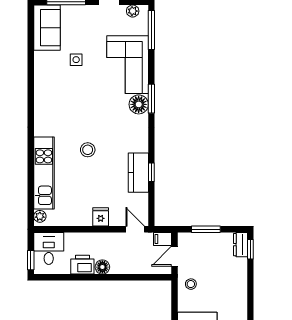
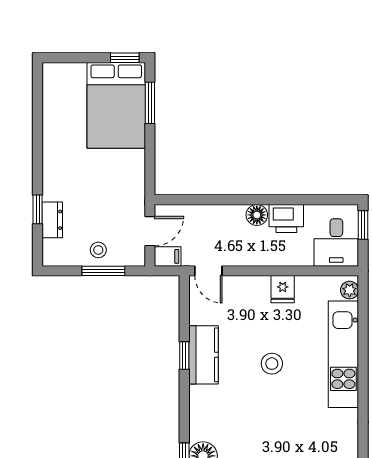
stool: (88, 150) -> (272, 364), moved
fridge: (101, 217) -> (283, 289), moved
dresser: (240, 245) -> (52, 220), moved
window: (250, 249) -> (38, 209), moved
stool: (191, 284) -> (98, 250), moved

